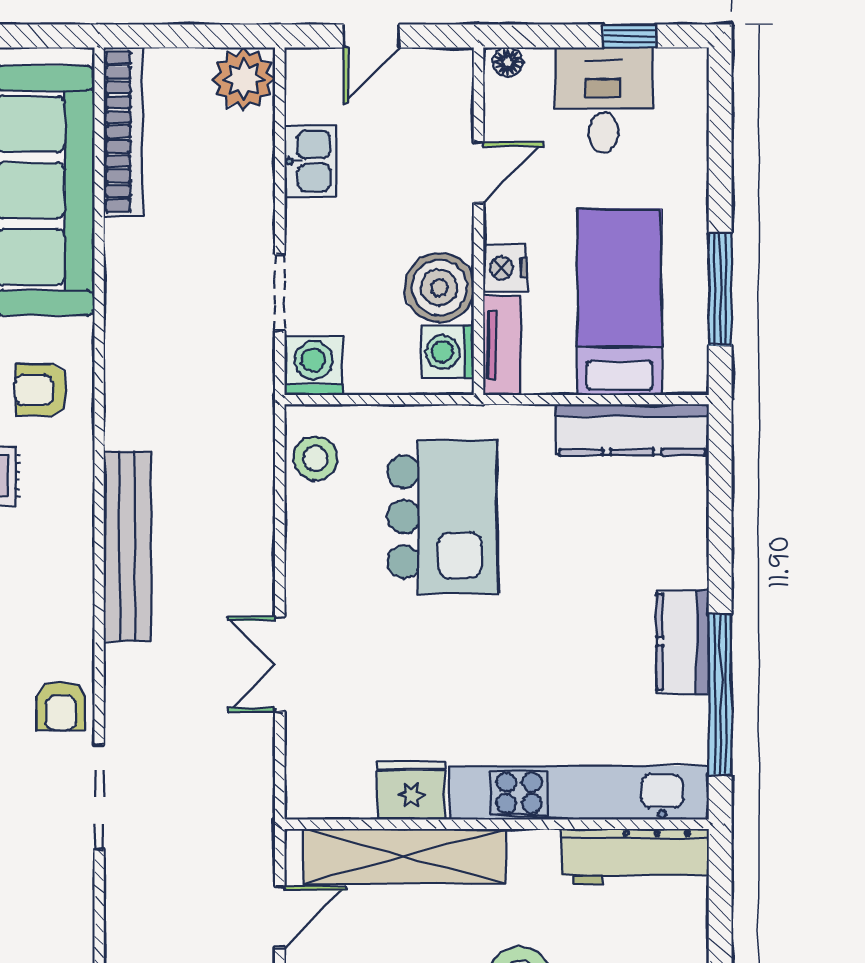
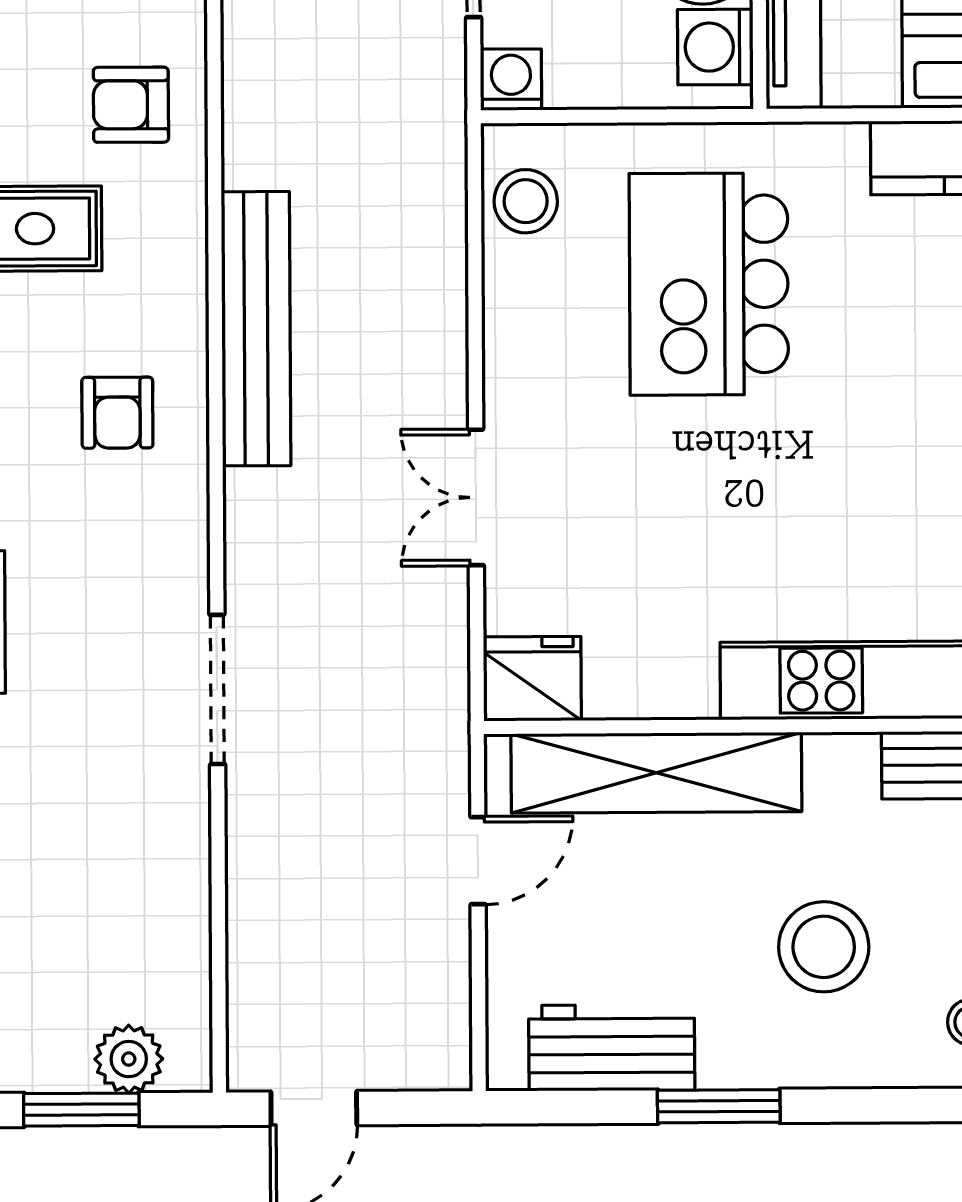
washing machine: (314, 366) -> (511, 80), width x0.73, depth x0.73
kitchen island: (442, 517) -> (709, 284), turned 180
armchair: (61, 706) -> (117, 413), moved
fridge: (411, 791) -> (532, 679), moved

